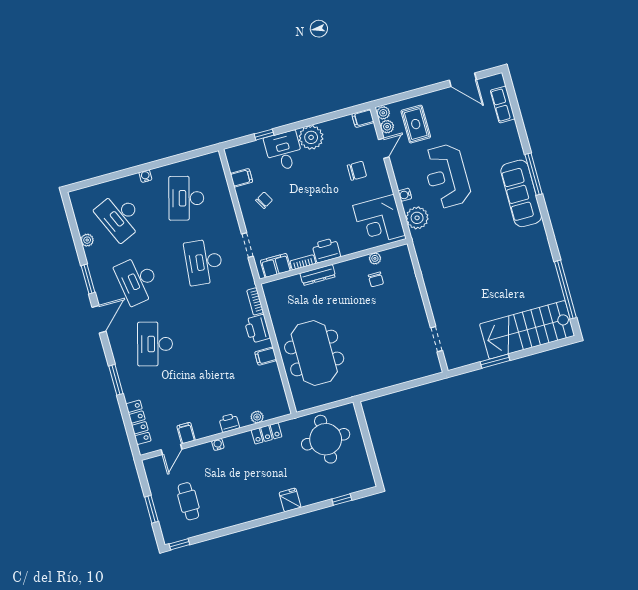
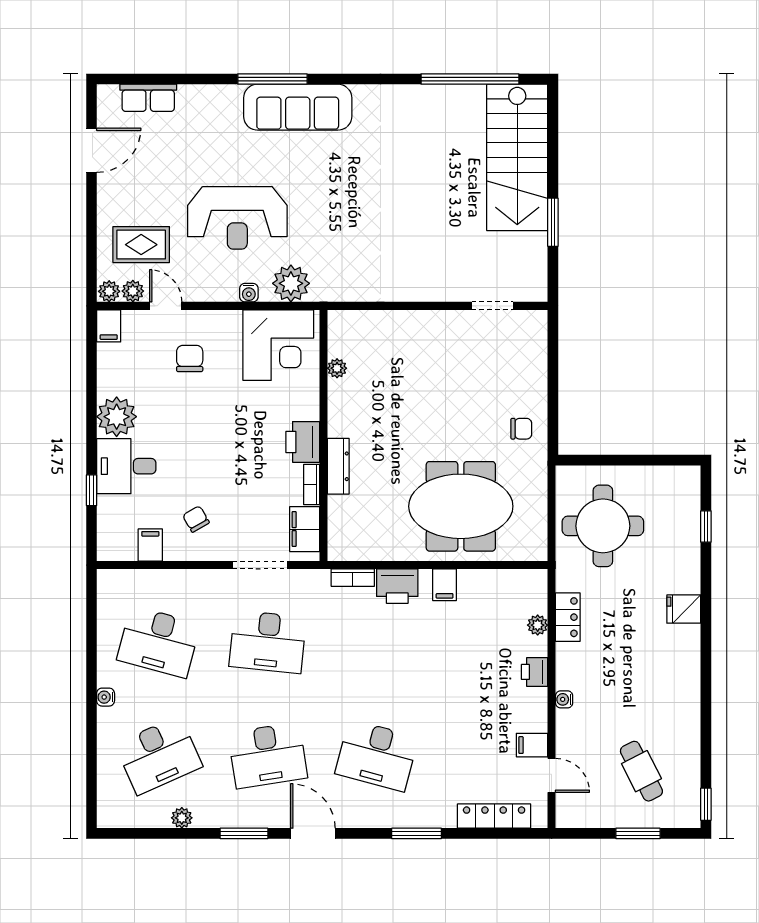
doorway: (247, 245) -> (260, 565), width x1.38
chair: (376, 279) -> (521, 429), moved
cafe table: (188, 501) -> (641, 771), turned 63

